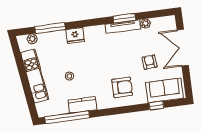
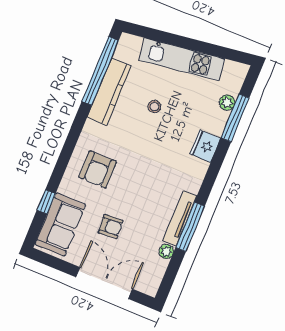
window: (124, 18) -> (190, 227), width x1.44
plant: (32, 39) -> (227, 103), moved
kitchen counter: (82, 105) -> (109, 92), width x1.50

